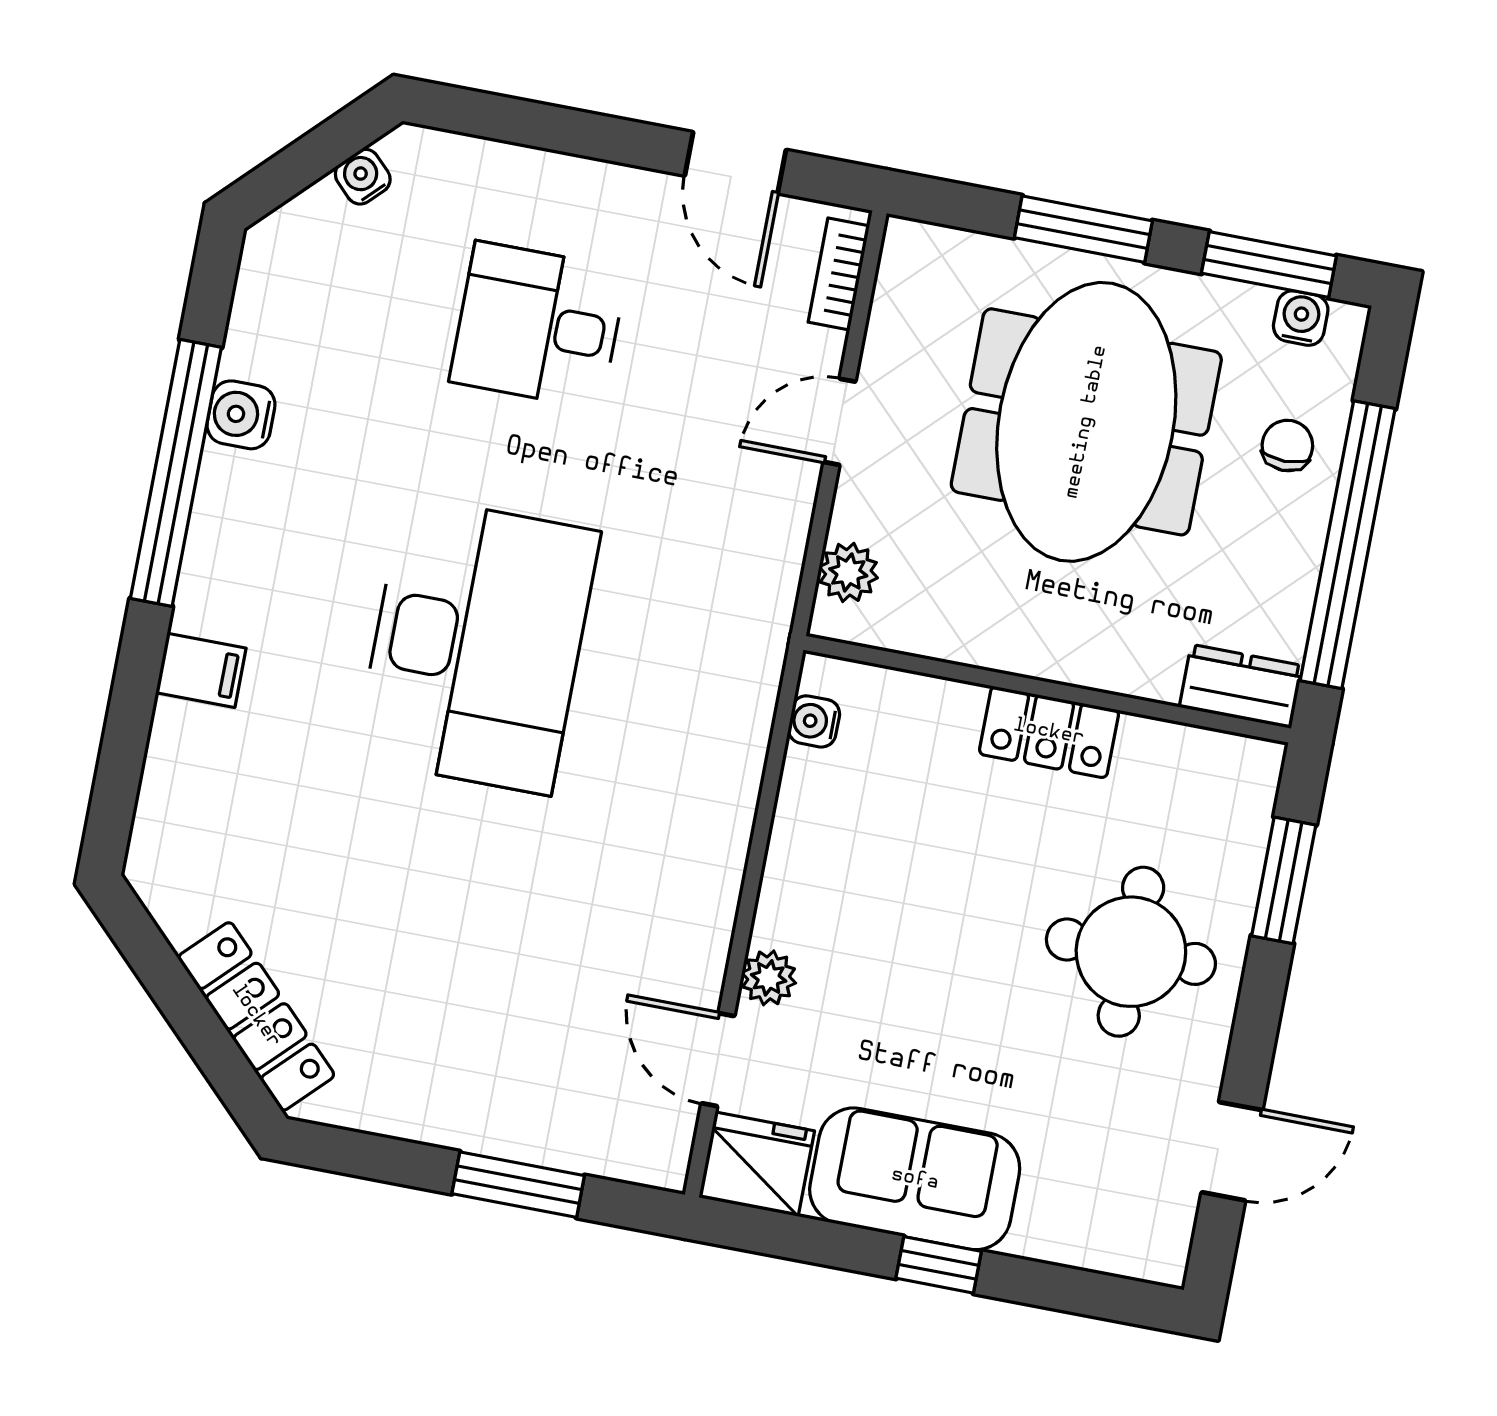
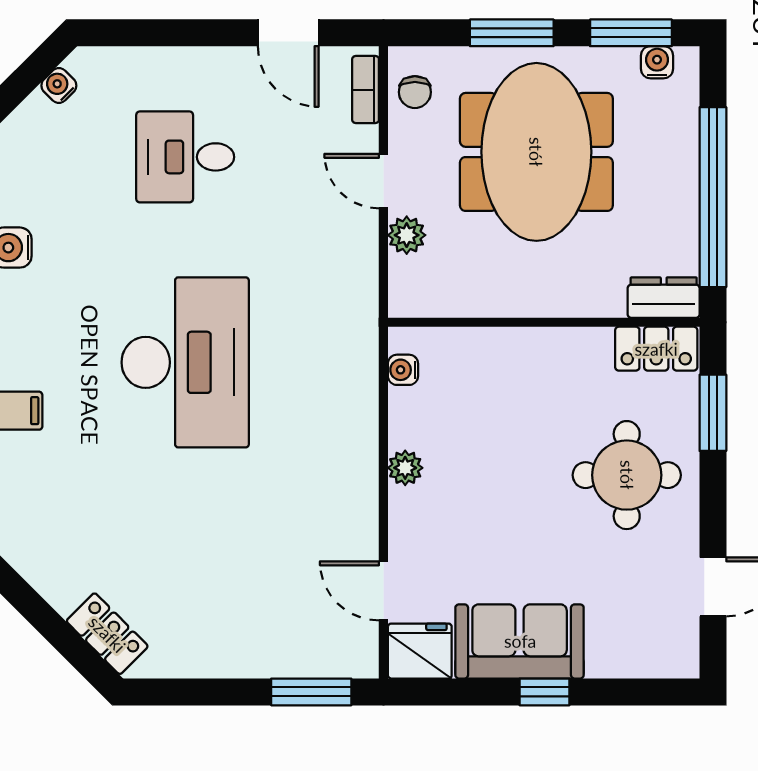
door: (840, 422) -> (383, 181), hinge flipped
chair: (1287, 446) -> (415, 92), moved, turned 180
plant: (848, 572) -> (407, 235), moved
locker: (1049, 732) -> (656, 349), moved
plant: (769, 978) -> (405, 468), moved
locker: (256, 1016) -> (107, 634), width x0.66
window: (518, 1185) -> (311, 692), moved

